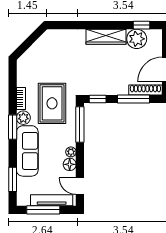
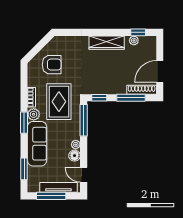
plant: (137, 39) -> (134, 40), width x0.53, depth x0.53
armchair: (44, 61) -> (52, 65), added

